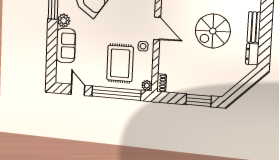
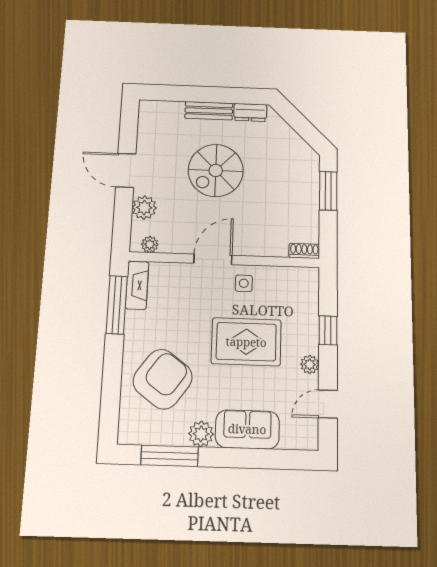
spiral stairs: (213, 31) -> (216, 170), turned 90
rug: (120, 63) -> (246, 342), moved
plant: (147, 85) -> (310, 364), moved
window: (116, 93) -> (328, 330), width x0.32

